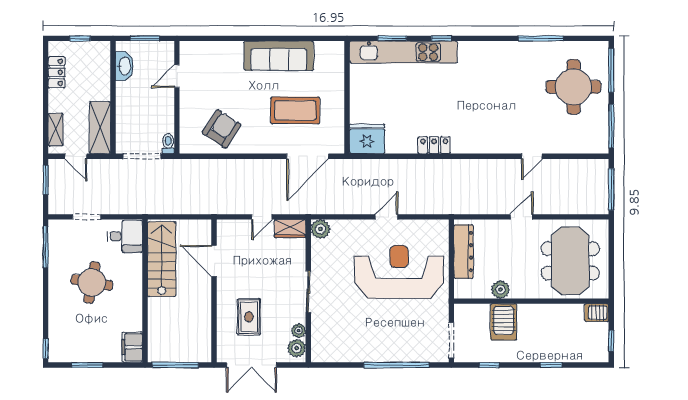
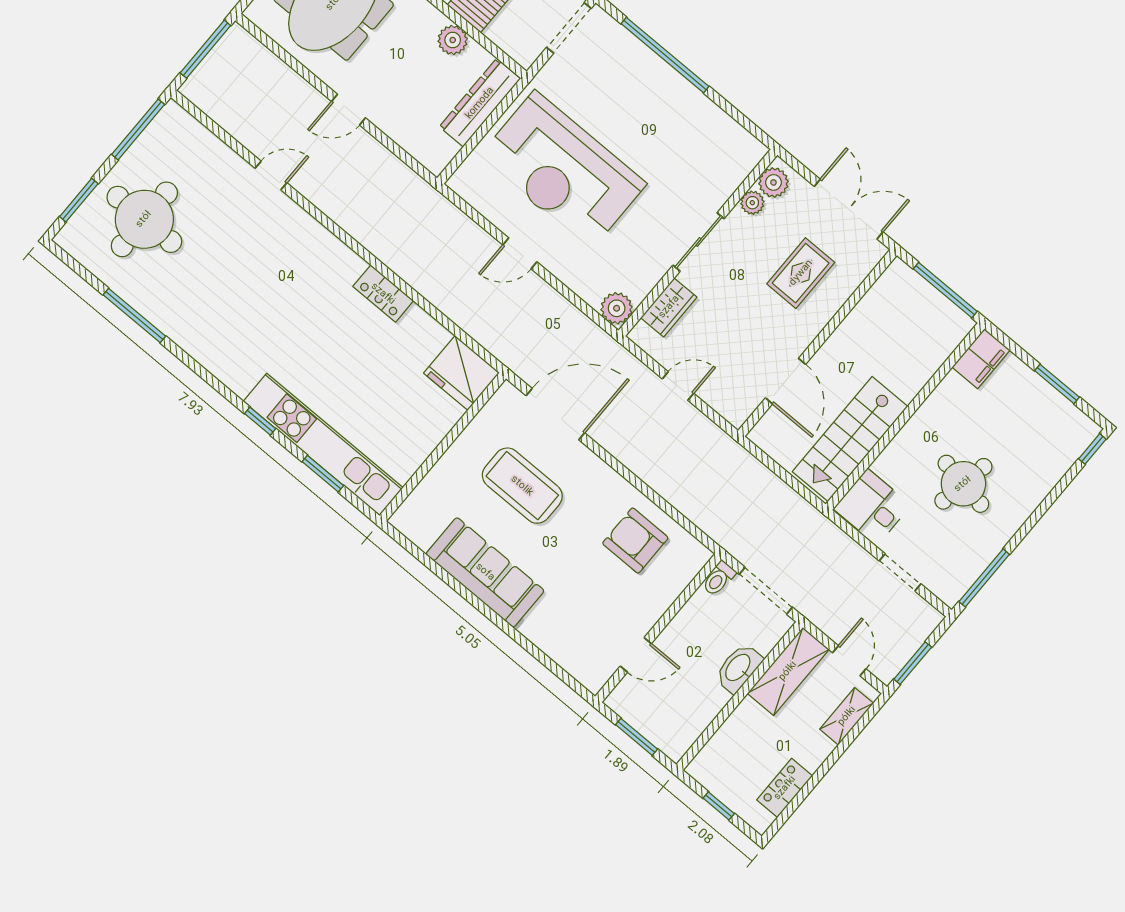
washbasin: (124, 66) -> (738, 668), moved
window: (611, 70) -> (79, 200), width x0.69
armchair: (222, 129) -> (635, 540), turned 57
wardrobe: (290, 229) -> (669, 307), moved, turned 90
dresser: (463, 252) -> (480, 103), moved

